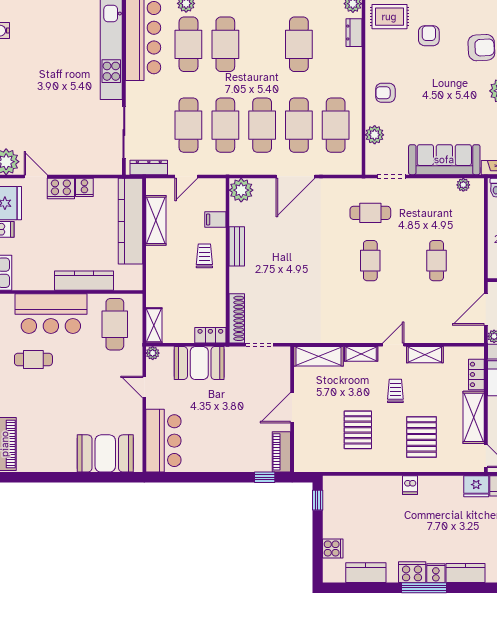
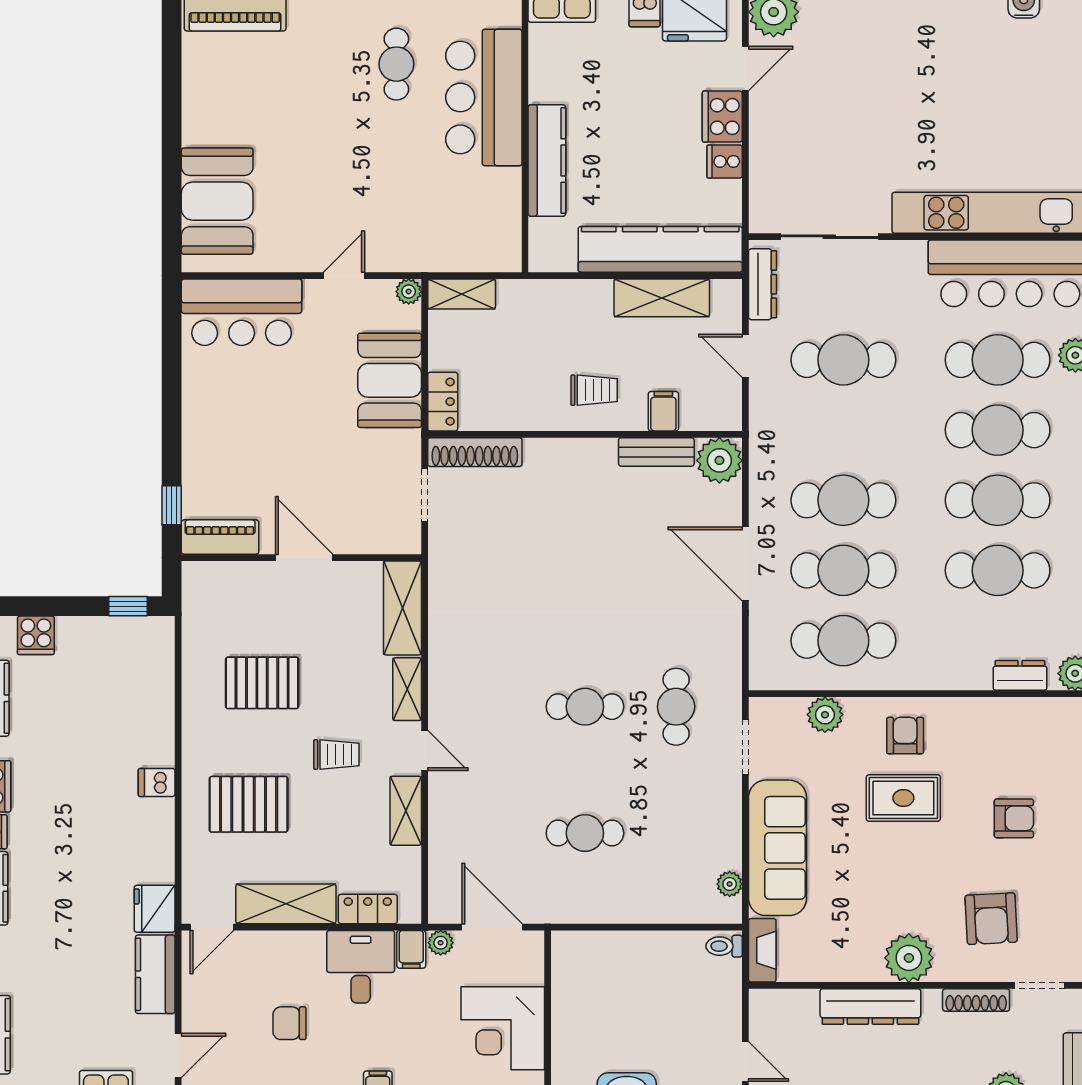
rug: (389, 17) -> (903, 798), moved, turned 90
cafe table: (225, 125) -> (998, 500), moved
bench: (237, 246) -> (656, 452), moved
cafe table: (115, 324) -> (464, 219), removed

